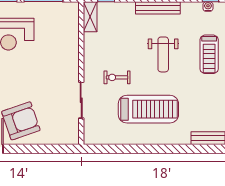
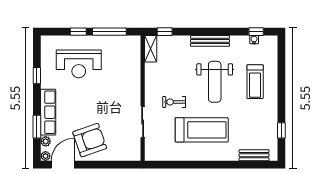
weight bench: (163, 54) -> (215, 82), width x1.36, depth x1.33

